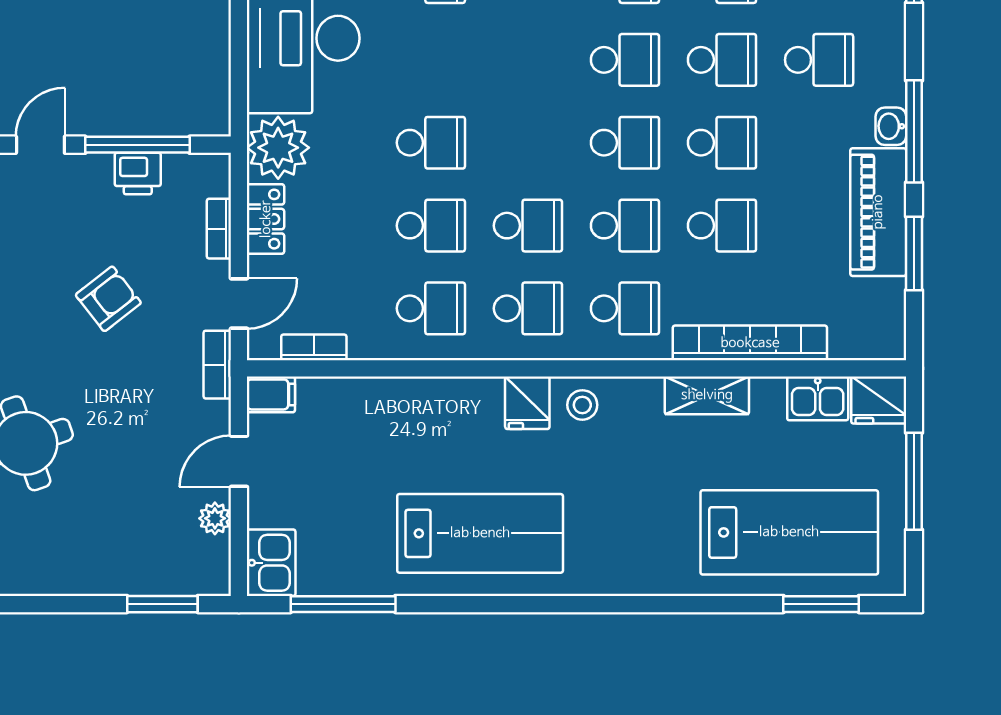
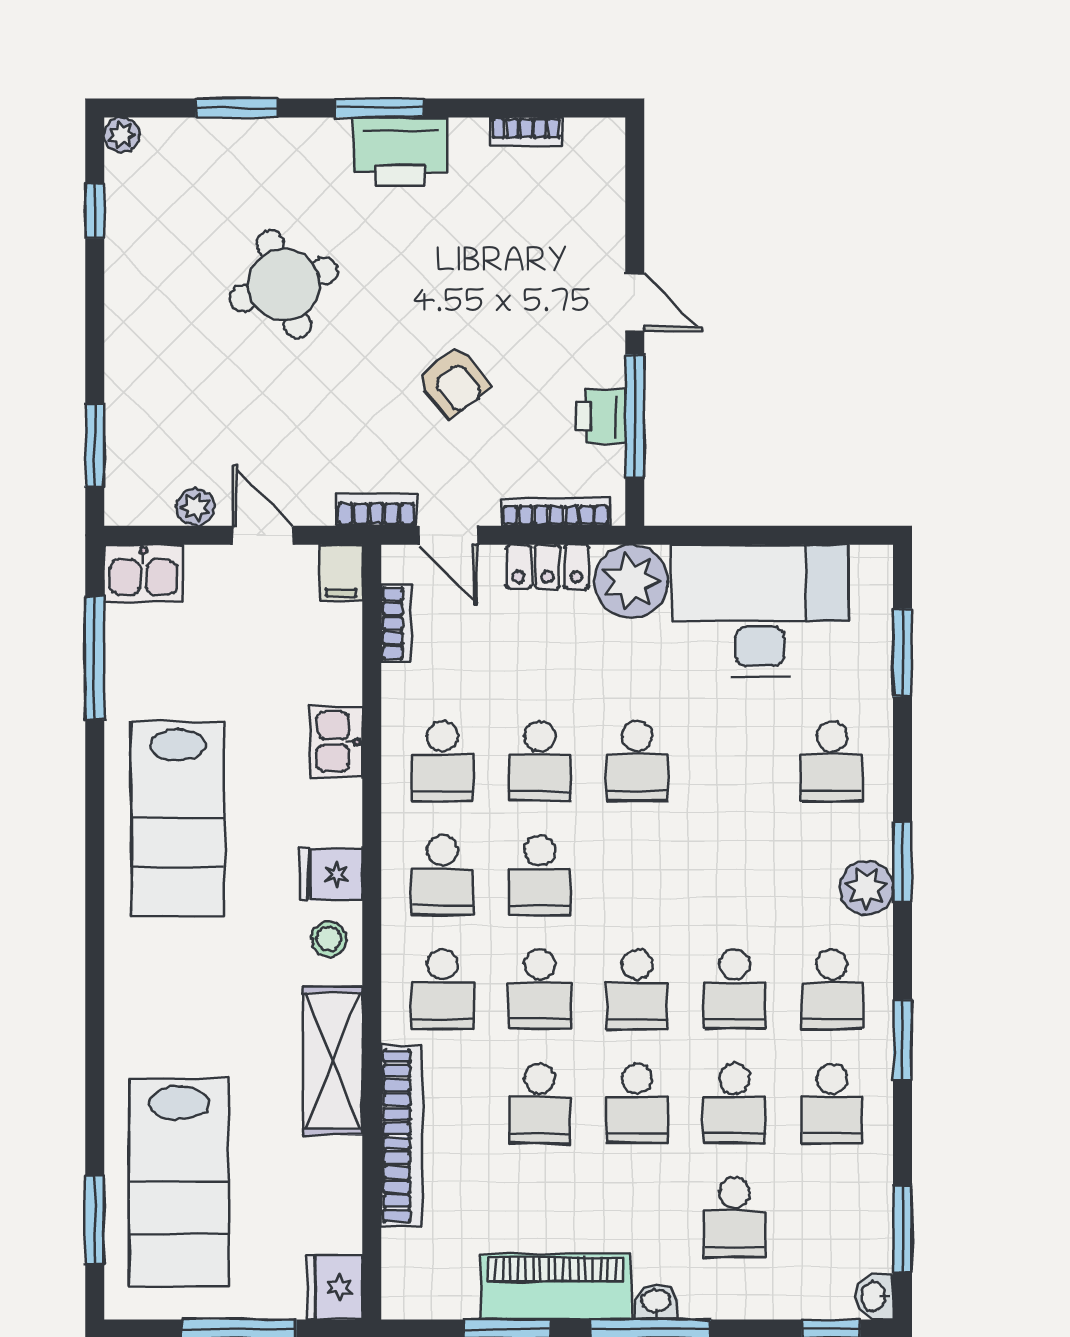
bookcase: (219, 229) -> (556, 512), width x1.56
shelving: (707, 395) -> (333, 1061), width x1.50, depth x1.33
kitchen sink: (818, 398) -> (337, 742), moved

